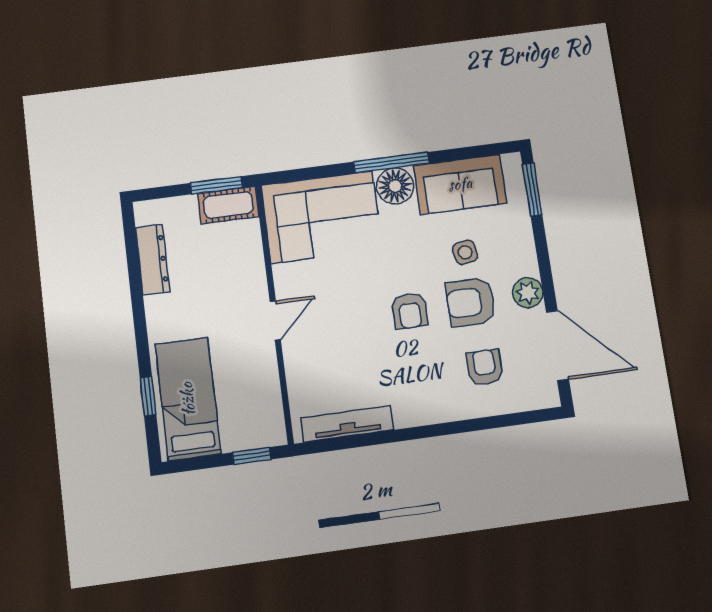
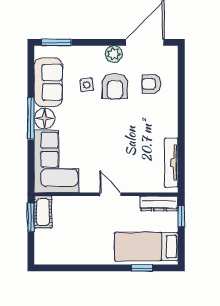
dresser: (153, 260) -> (159, 203), moved, turned 180
armchair: (410, 311) -> (115, 120), removed

